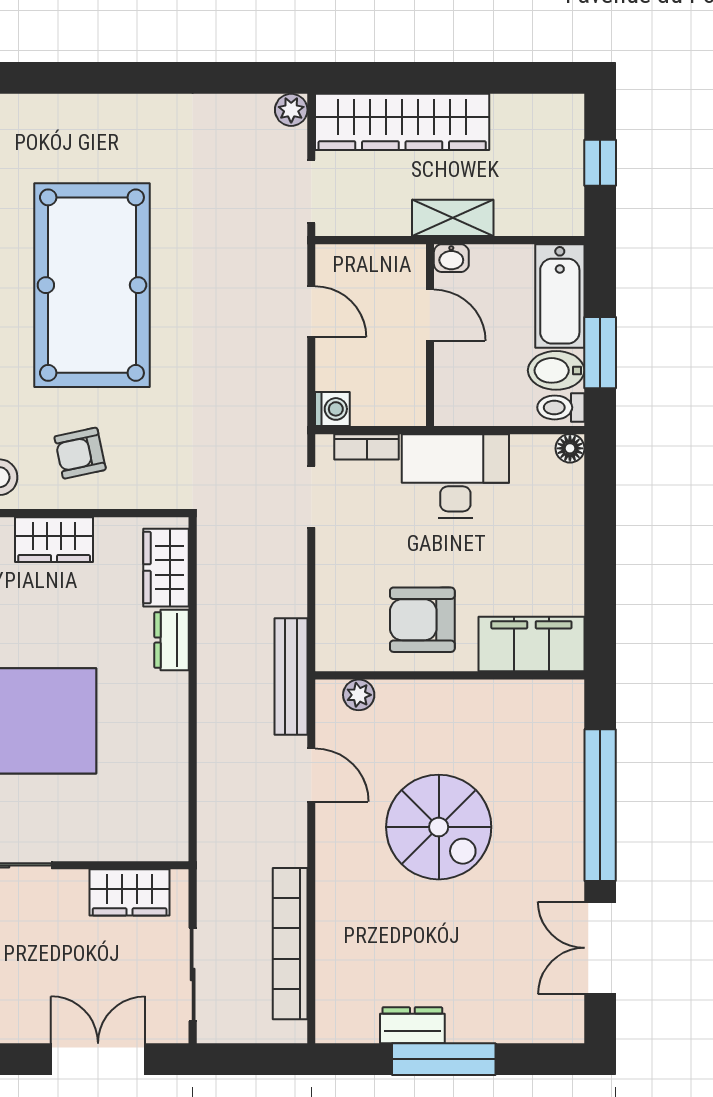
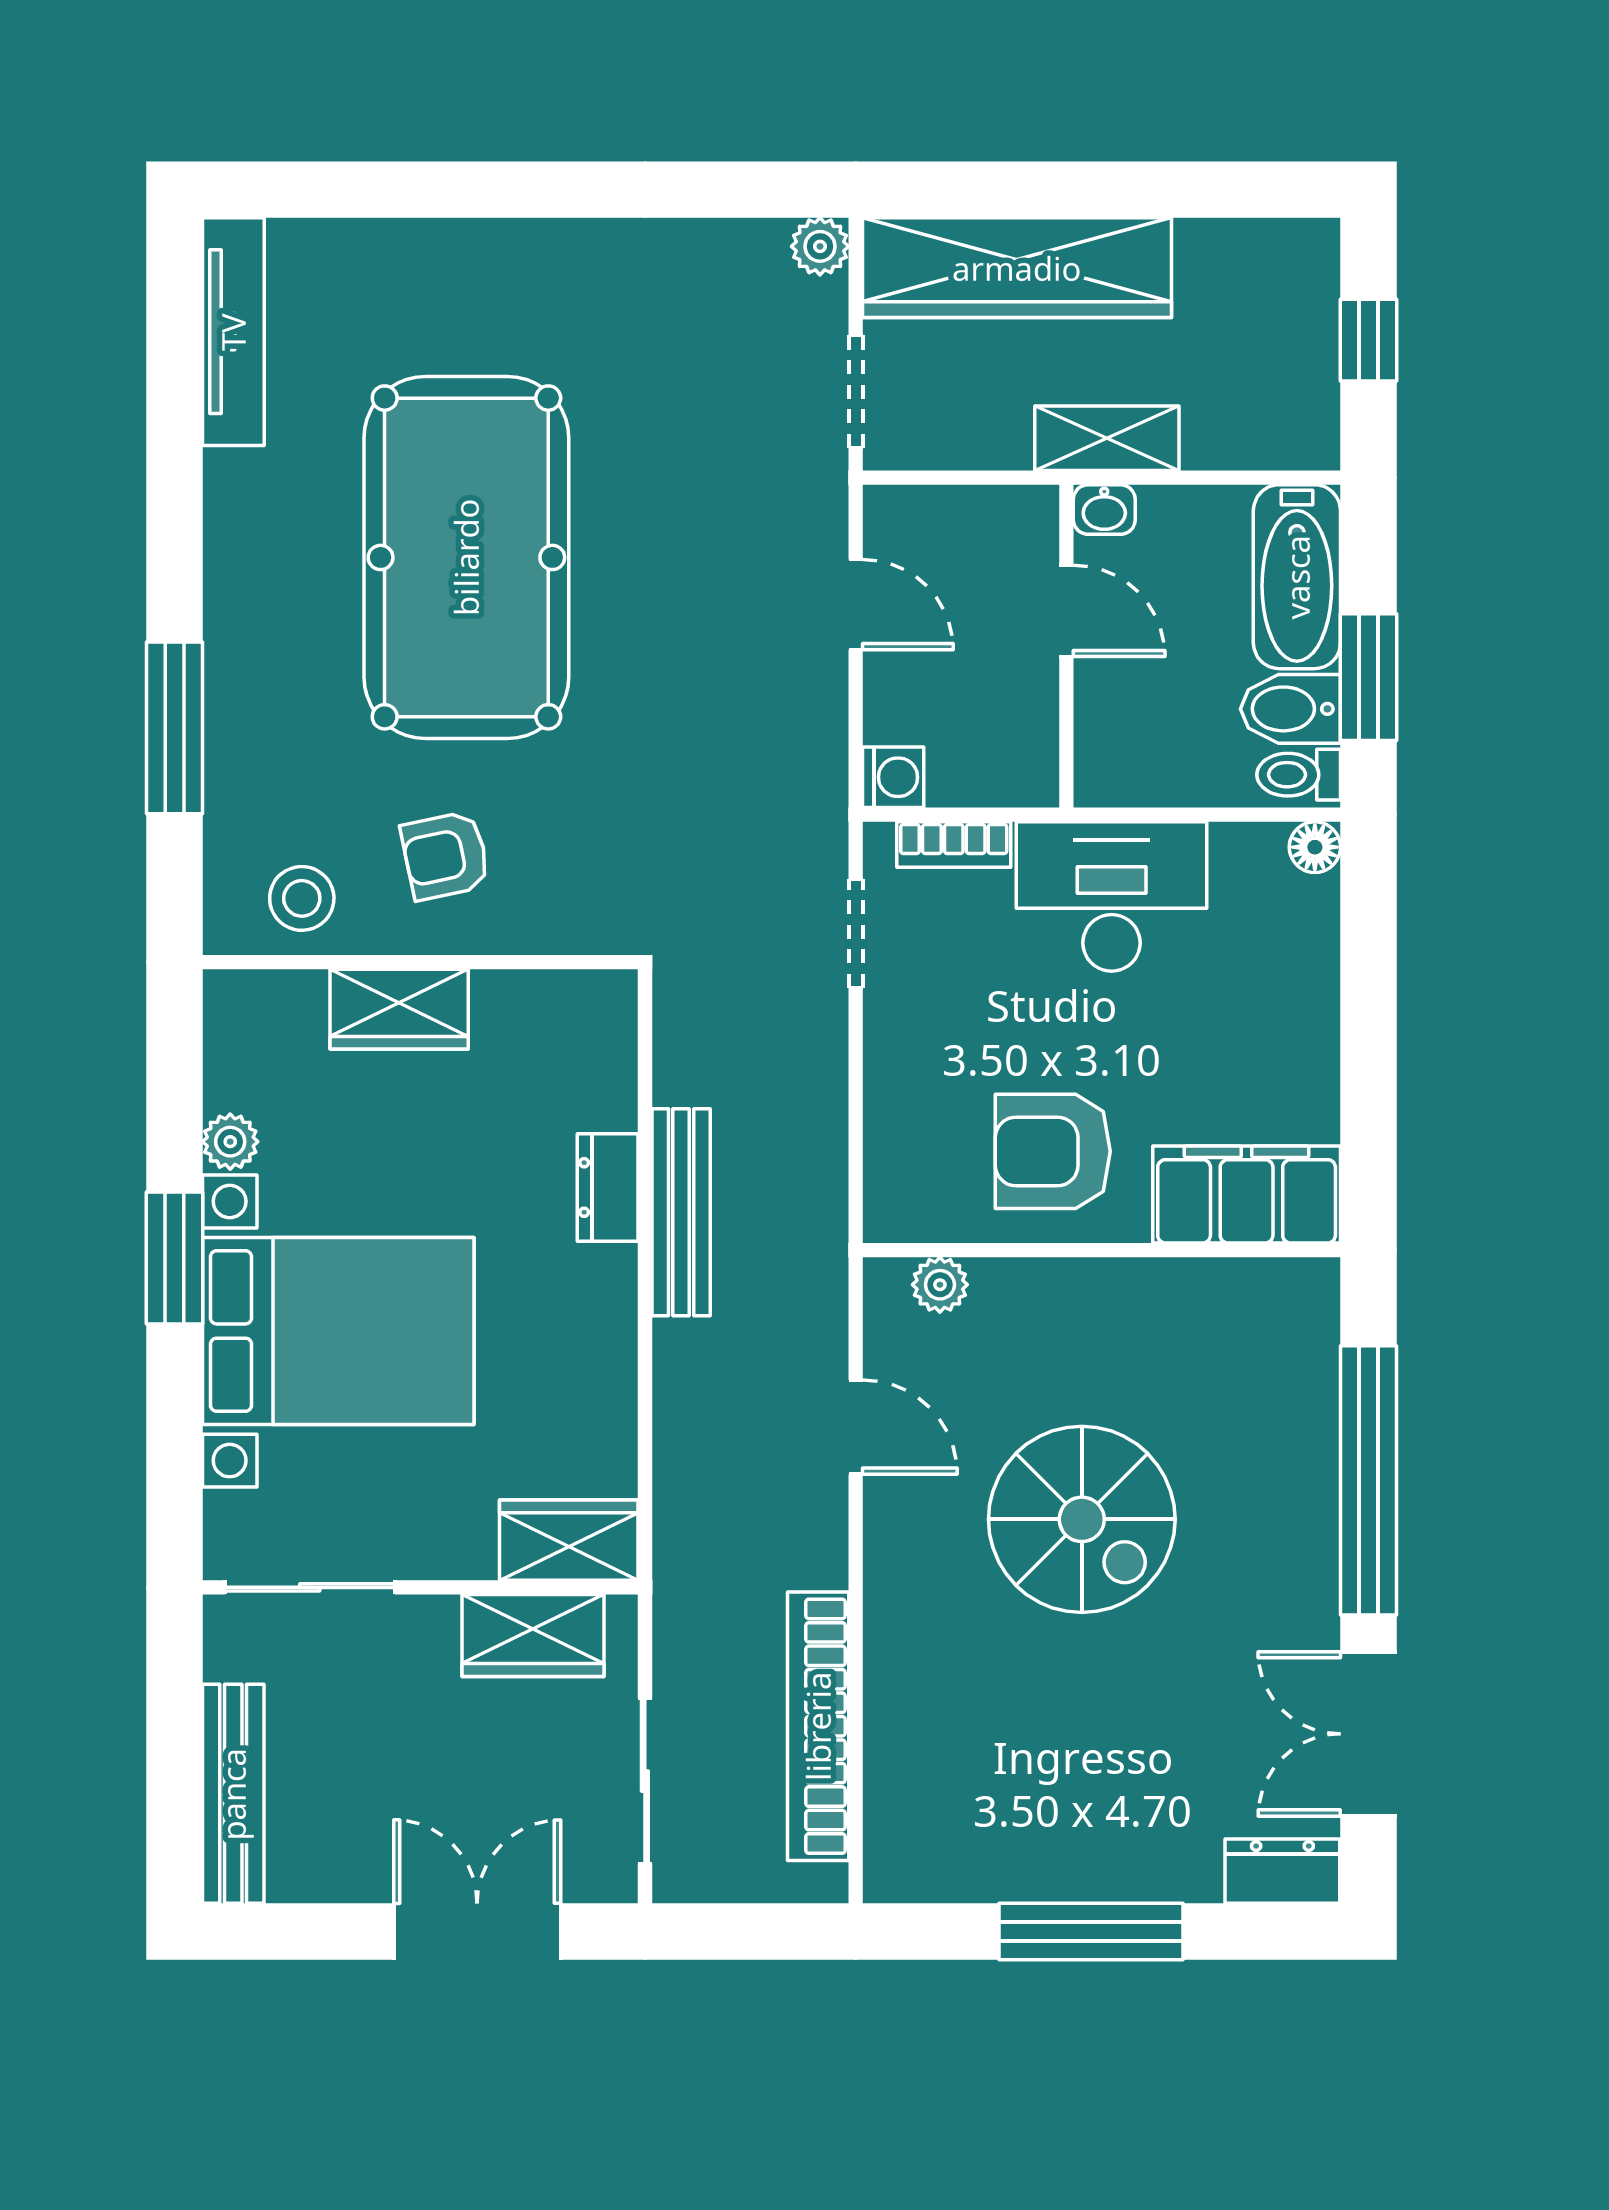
wardrobe: (166, 568) -> (569, 1540), moved, turned 90
bench: (291, 677) -> (681, 1212), moved
dresser: (412, 1025) -> (1282, 1871), moved

